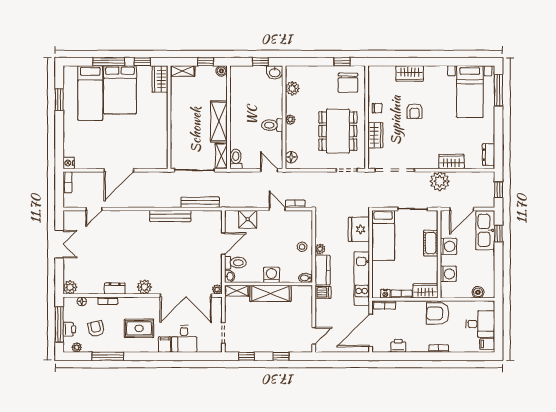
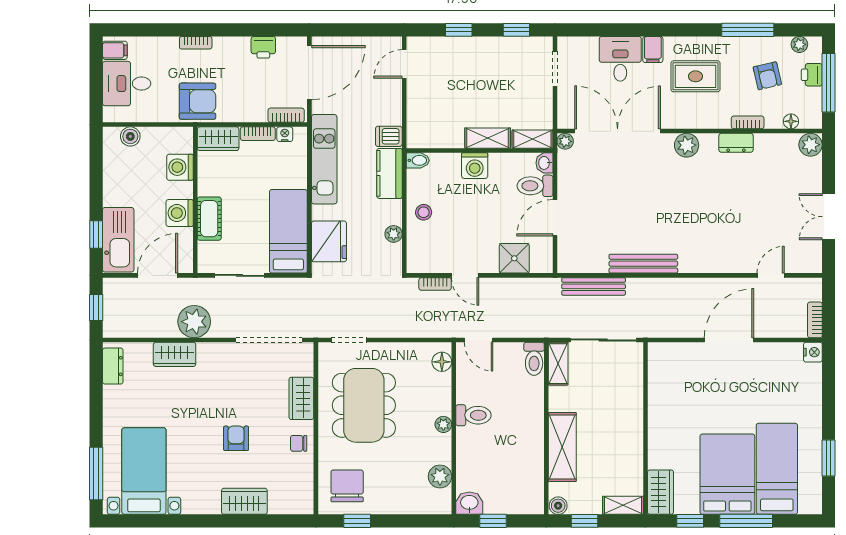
shelving: (219, 121) -> (562, 447), moved
plant: (320, 249) -> (394, 234), moved
shelving: (271, 293) -> (488, 138), width x0.67, depth x0.75

